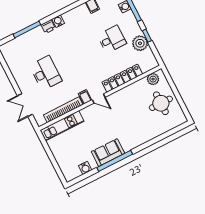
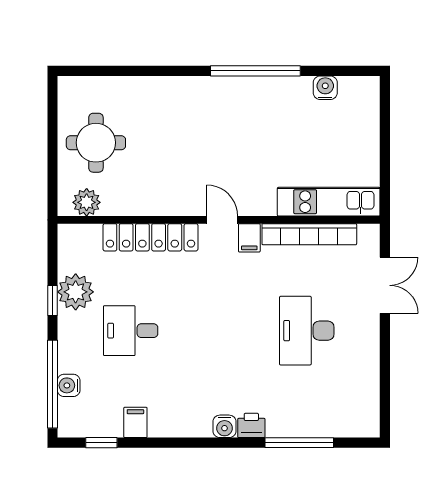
sofa: (108, 153) -> (261, 96), removed

